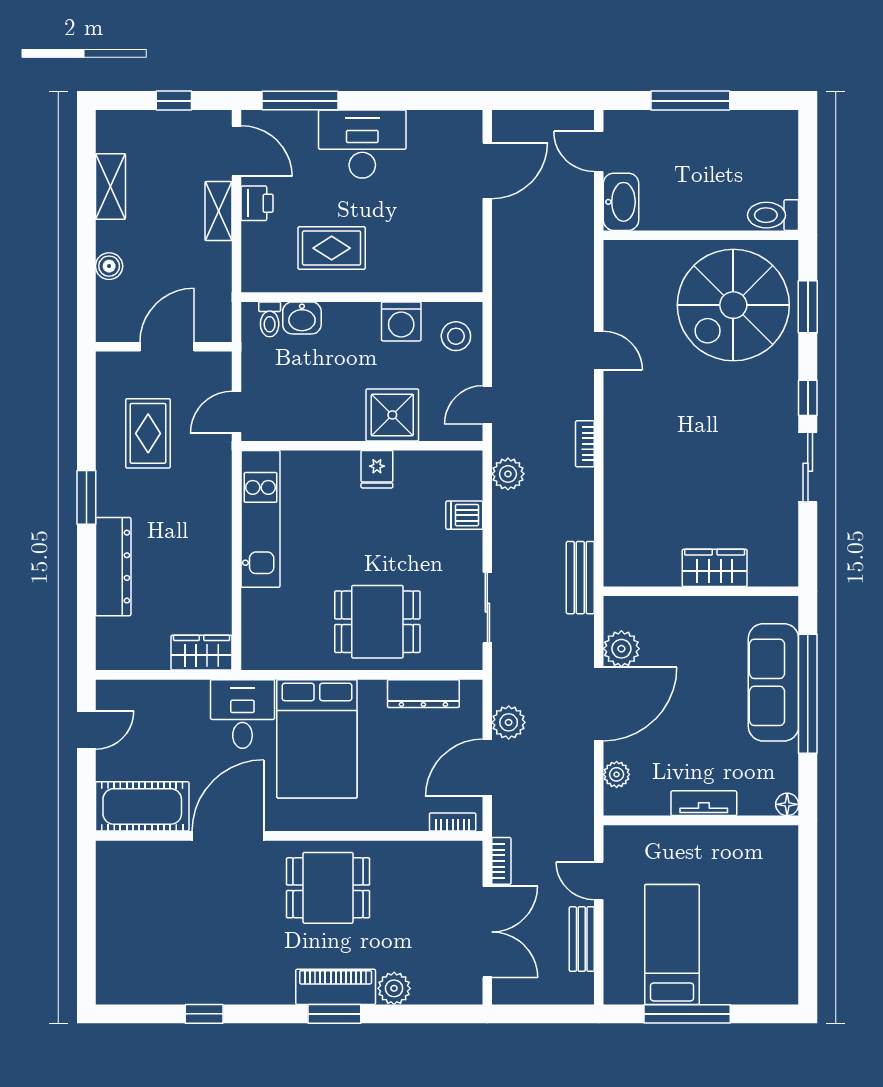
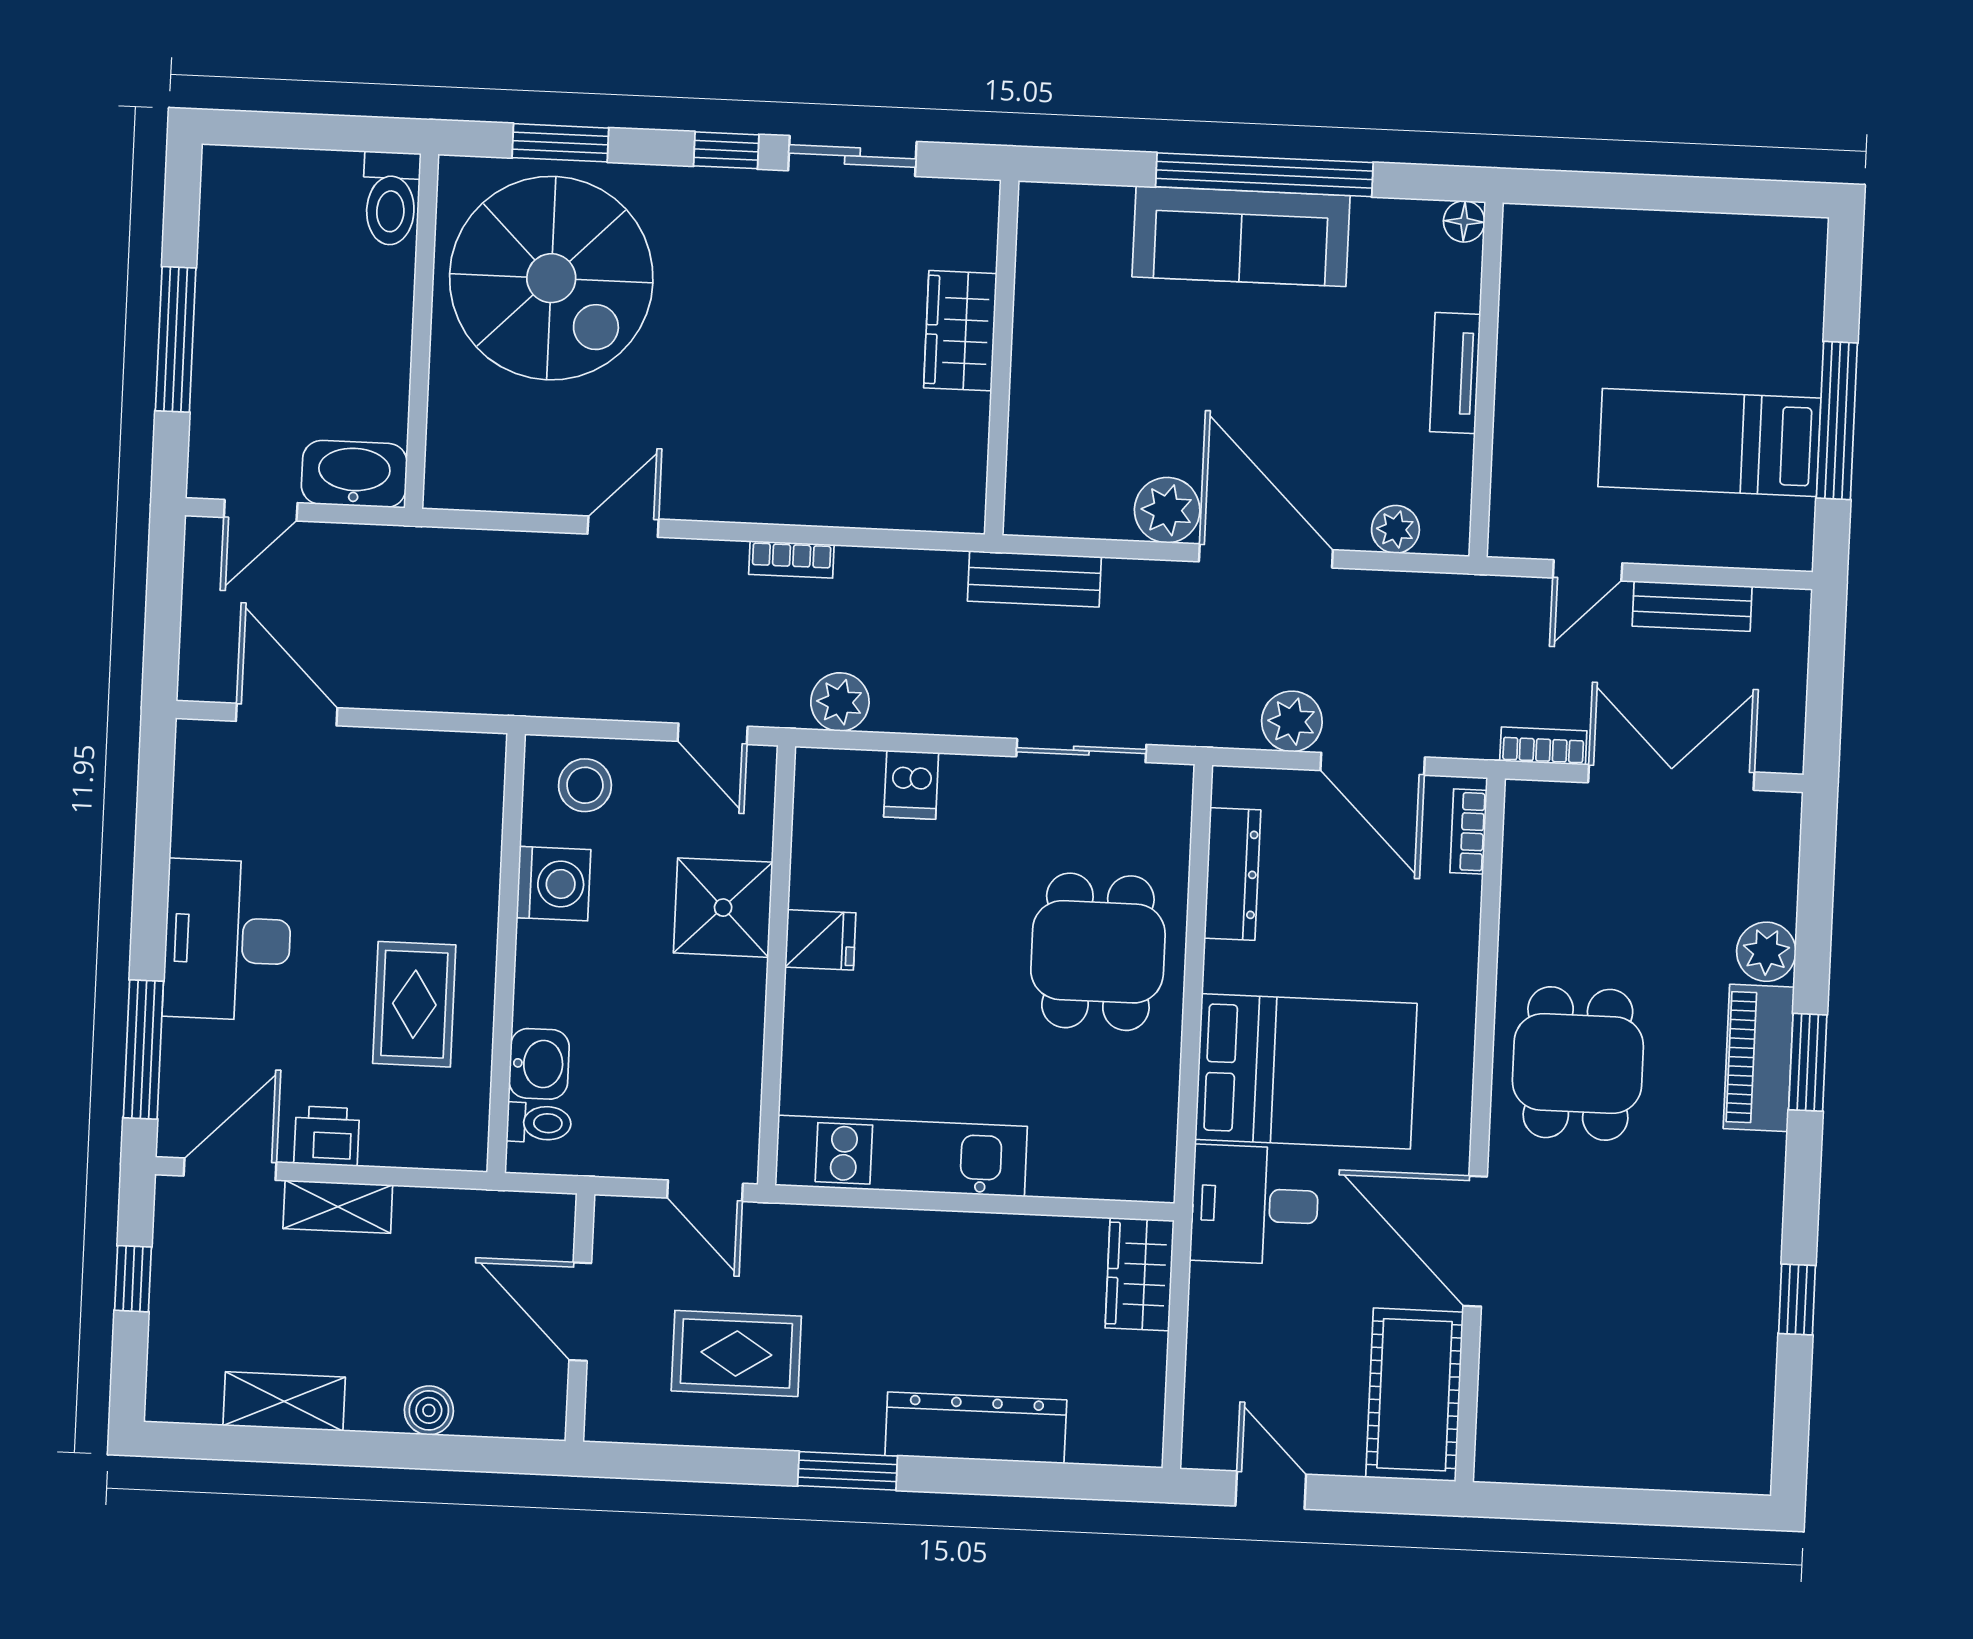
wardrobe: (715, 568) -> (960, 331), moved
wall: (701, 591) -> (1002, 358), moved

